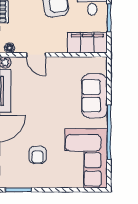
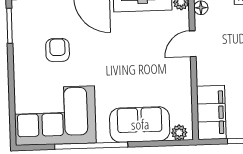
plant: (101, 67) -> (179, 133), added
armchair: (38, 155) -> (58, 50), turned 90

